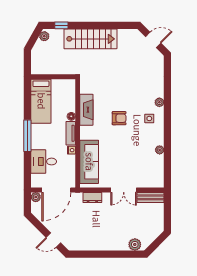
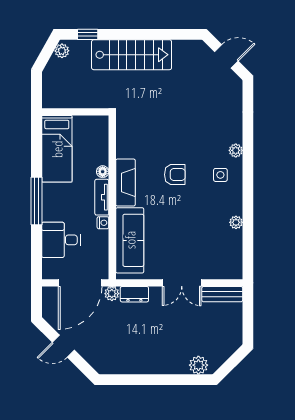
fireplace: (86, 110) -> (125, 183), moved
plant: (36, 197) -> (112, 294), moved
door: (53, 240) -> (63, 346), moved

